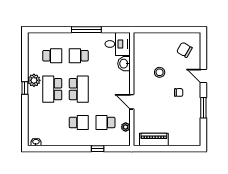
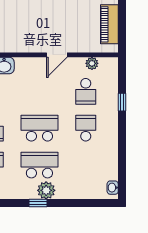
stool: (160, 72) -> (16, 16), removed
plant: (34, 80) -> (46, 190), moved
school desk: (52, 89) -> (39, 165), turned 180

